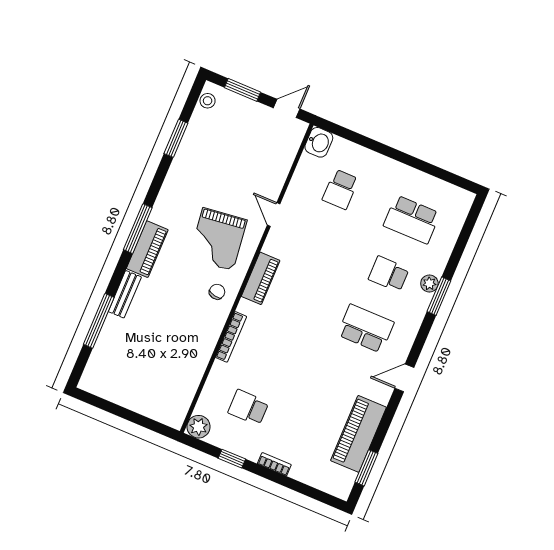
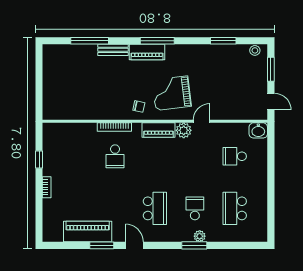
school desk: (248, 407) -> (115, 156), moved, turned 180
plant: (199, 427) -> (184, 130), moved
window: (366, 468) -> (102, 245), moved

